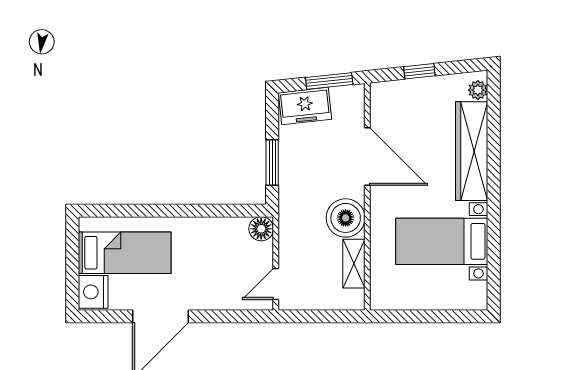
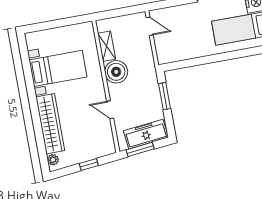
freezer: (305, 106) -> (146, 134), width x1.40
door: (367, 156) -> (110, 110), width x0.53
floor lamp: (261, 229) -> (164, 57), removed
door: (276, 284) -> (150, 26), hinge flipped

